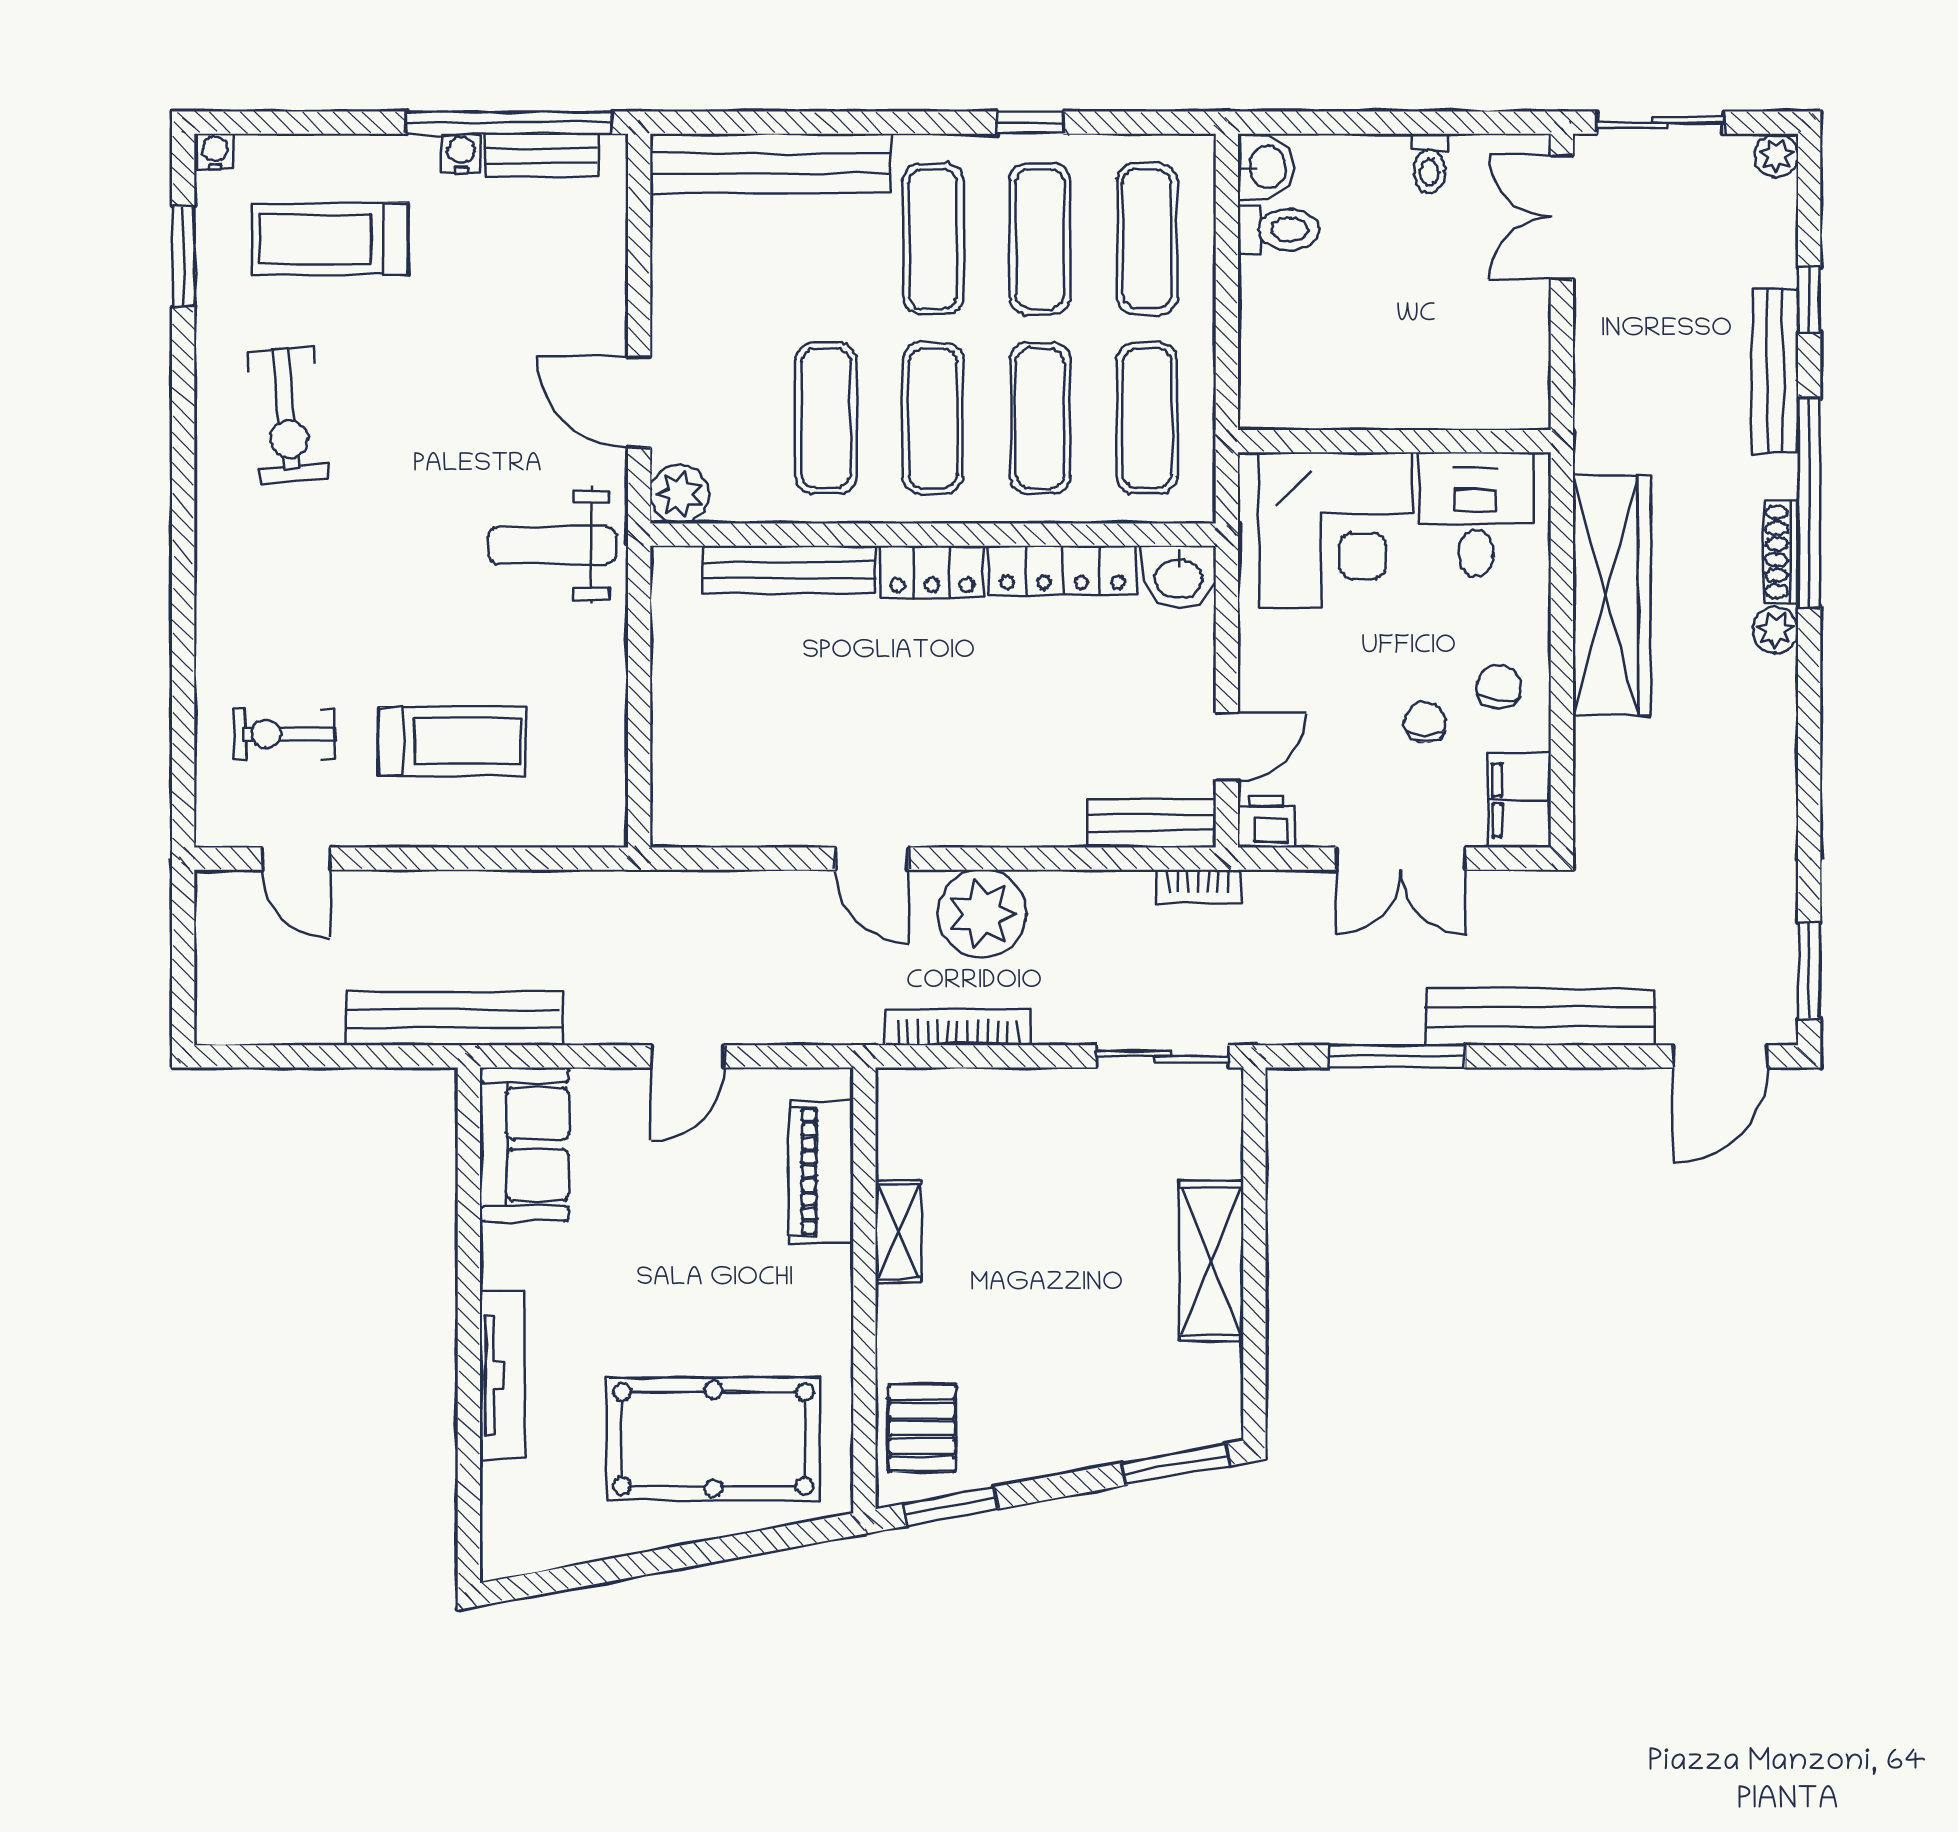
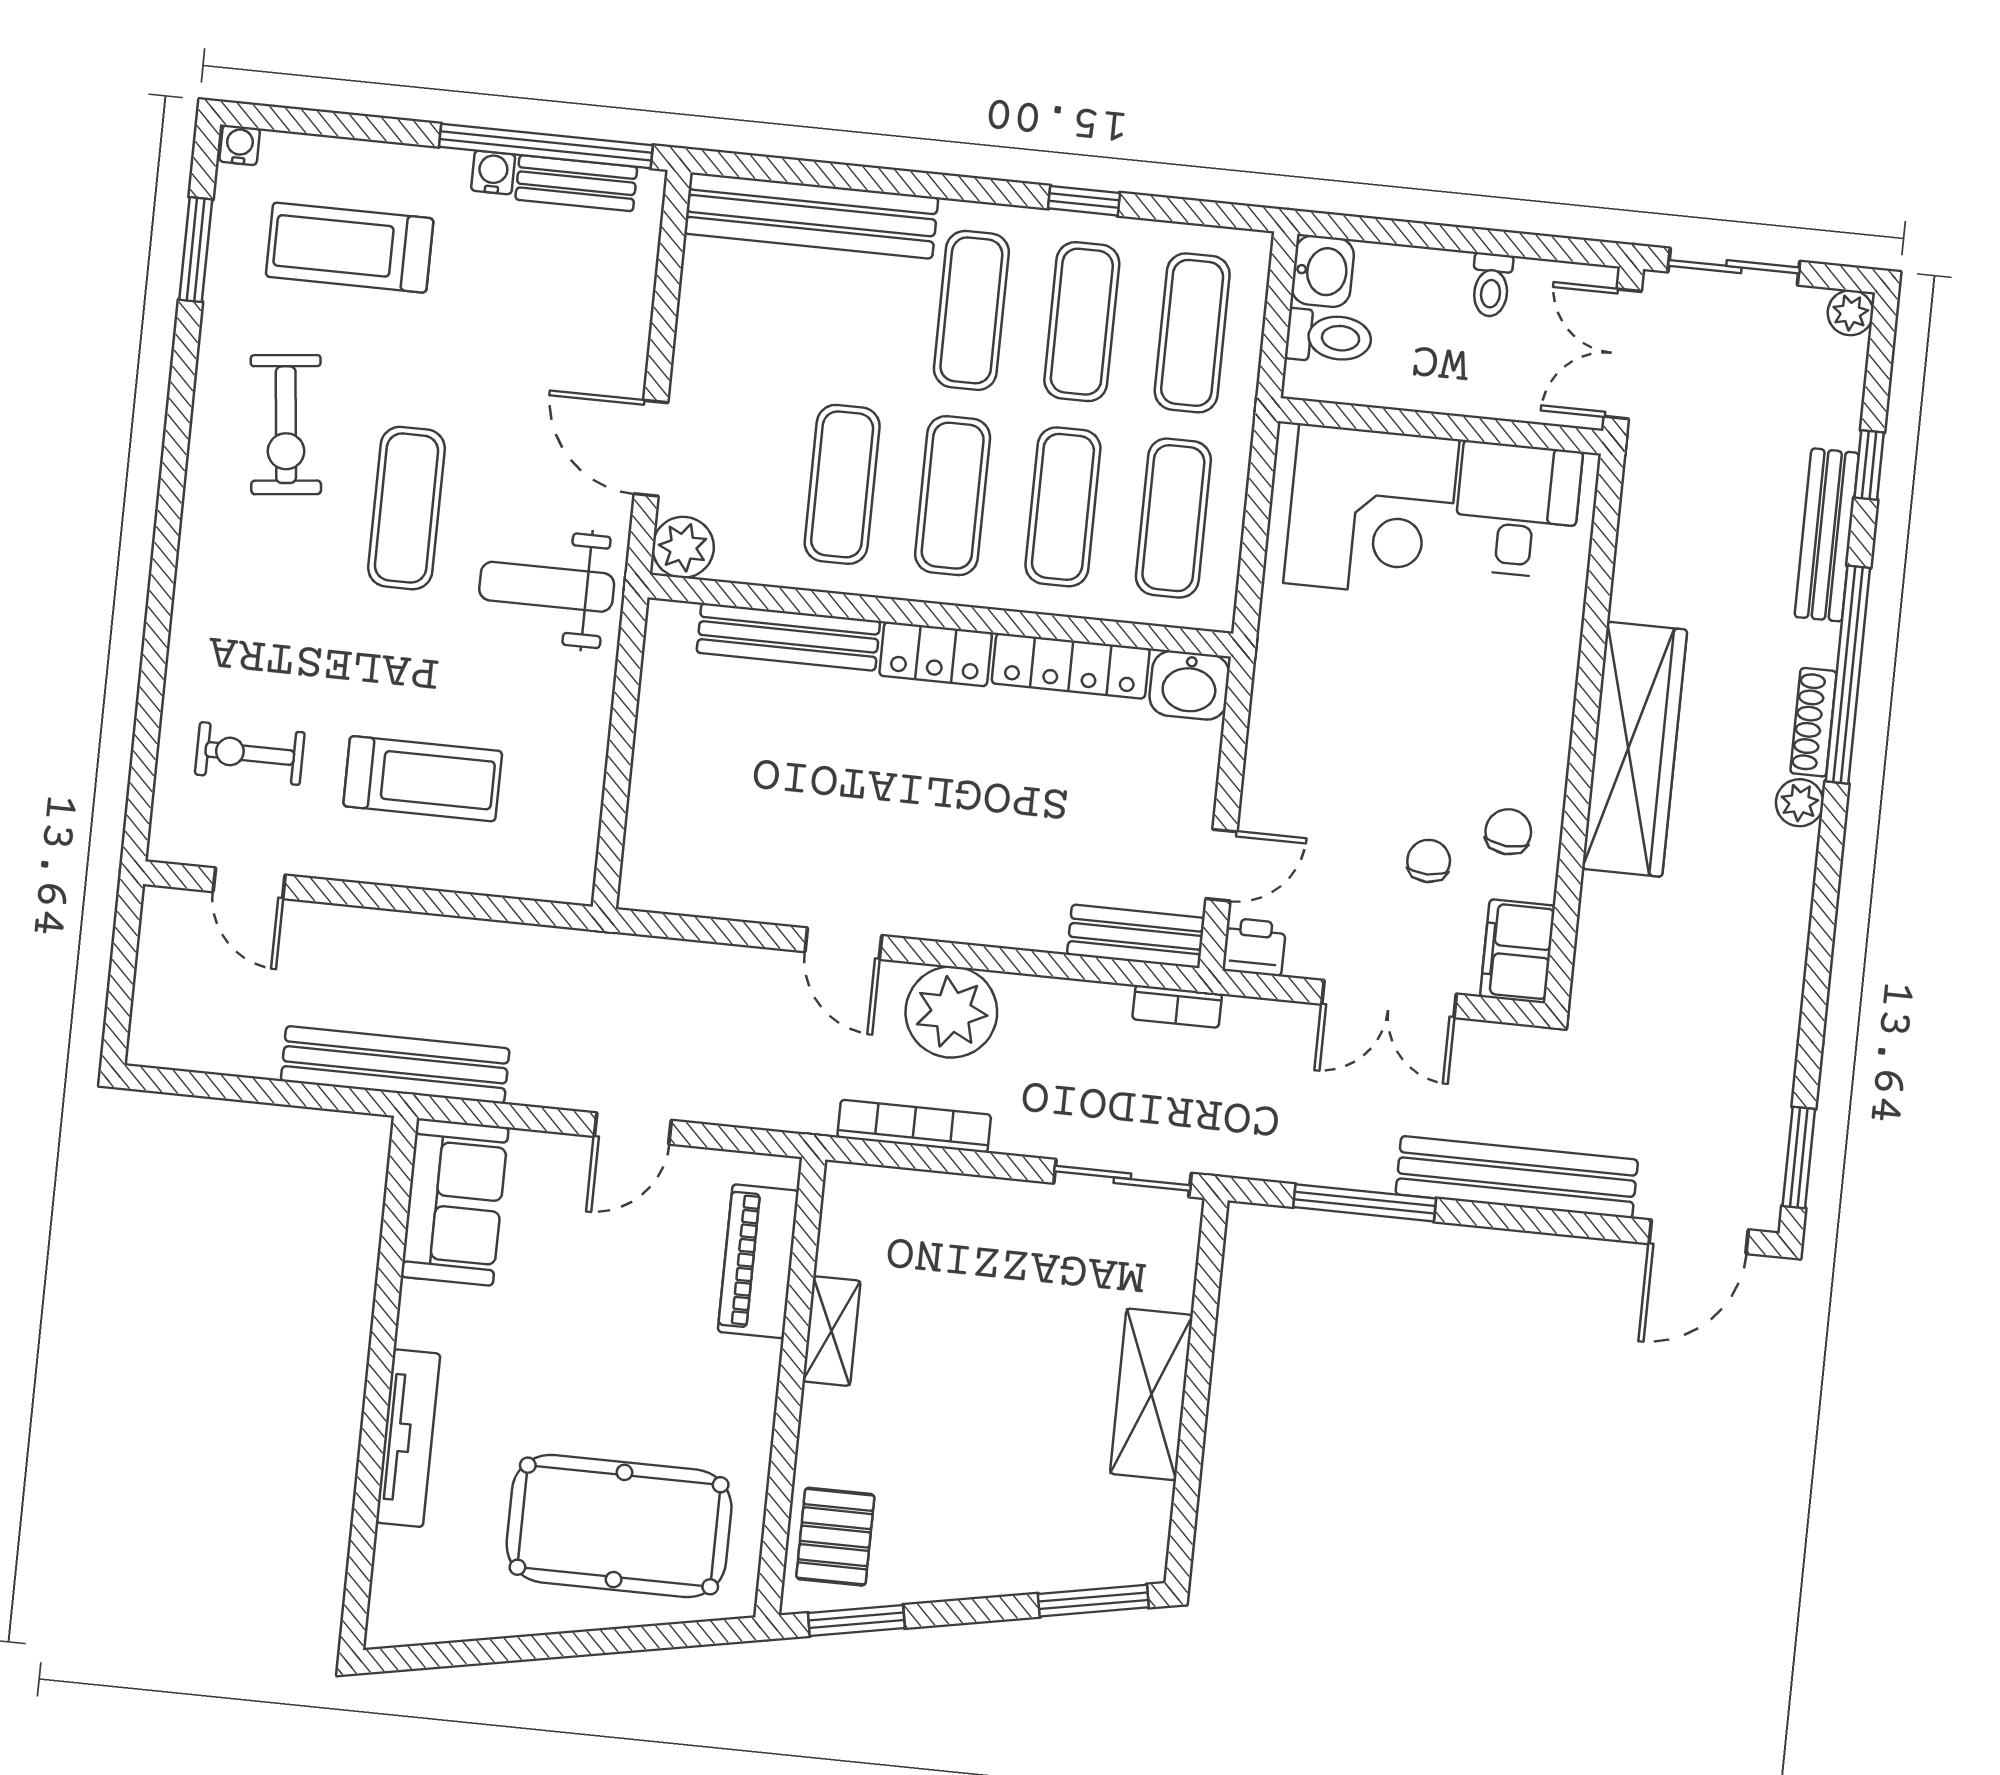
wall: (1394, 441) -> (1441, 426), moved
exercise mat: (410, 483) -> (406, 508), added
desk: (1476, 514) -> (1517, 510), moved
corner desk: (1336, 530) -> (1371, 511), moved

